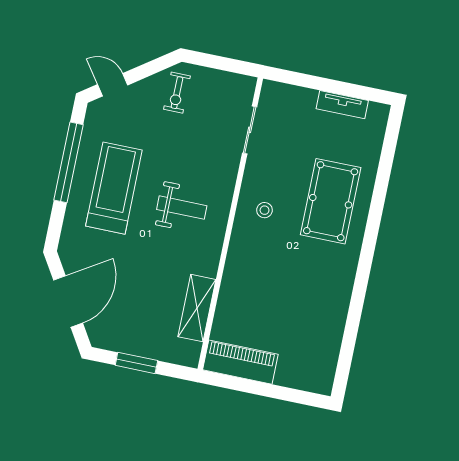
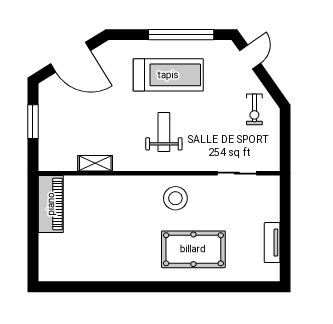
exercise bike: (177, 93) -> (254, 109), turned -90
weight bench: (182, 208) -> (164, 132), turned 180
stool: (265, 210) -> (175, 198), width x1.89, depth x1.89
shelving: (197, 308) -> (95, 163), width x0.67, depth x0.75

